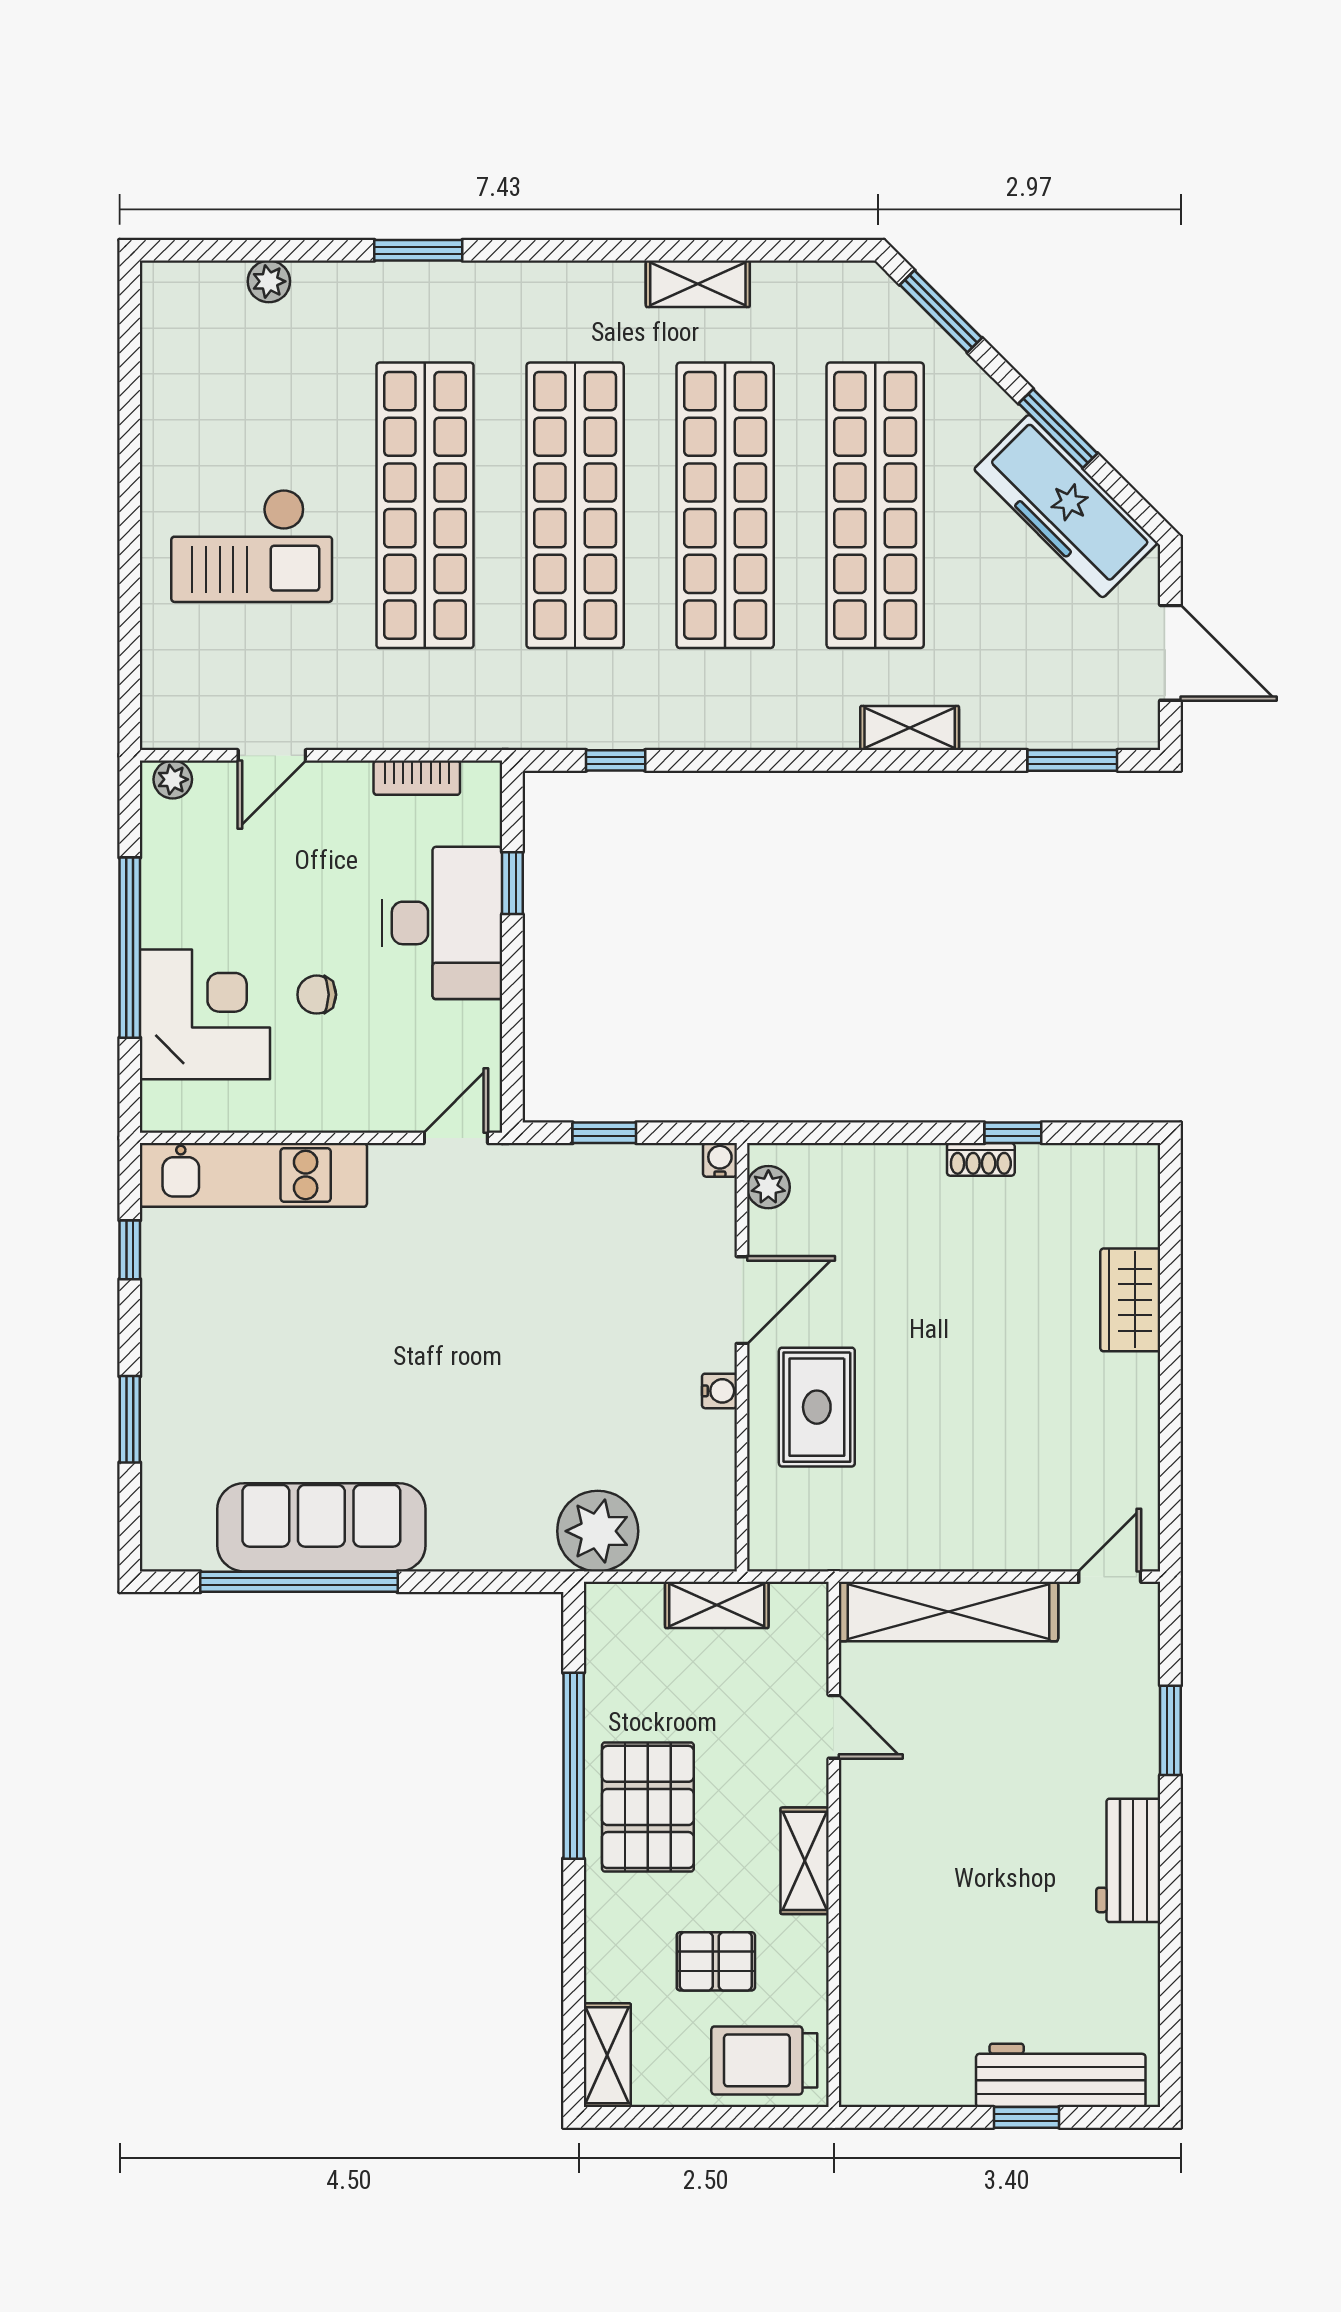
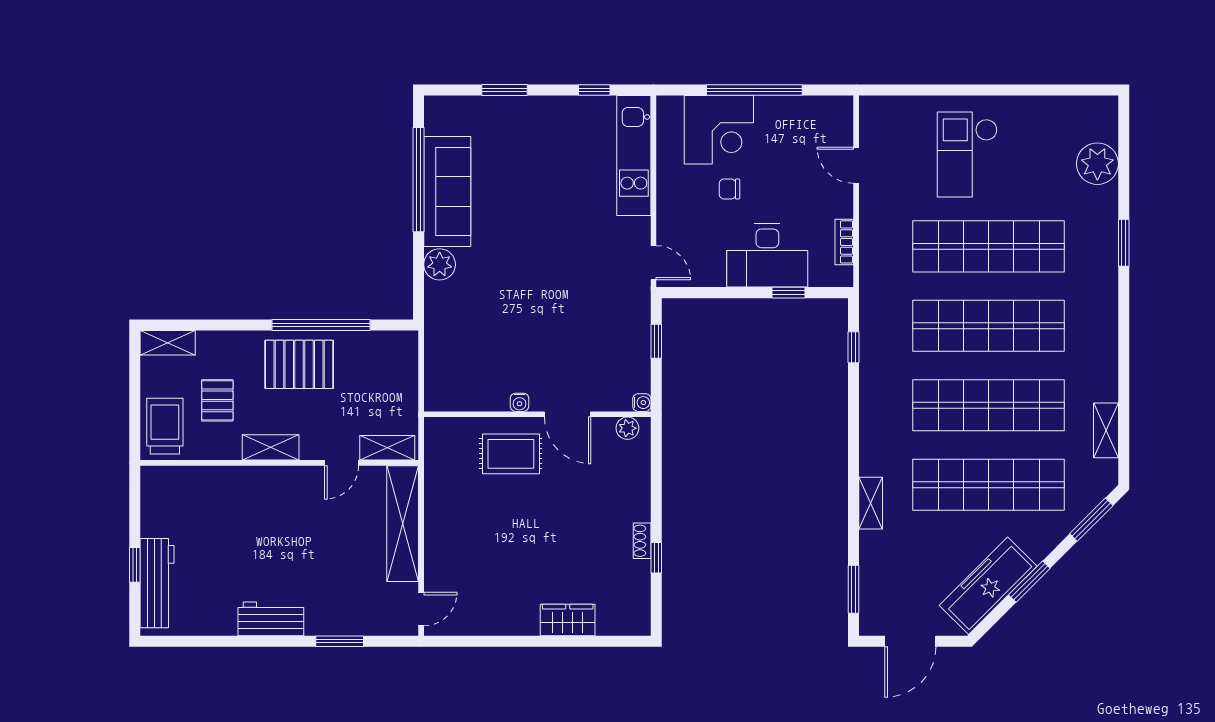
plant: (269, 281) -> (1097, 164), width x1.88, depth x1.88
shelving: (698, 284) -> (1106, 430), moved
plant: (173, 779) -> (843, 113), removed
chair: (317, 995) -> (729, 189), turned -90
plant: (598, 1531) -> (440, 264), moved, width x0.73, depth x0.73
door: (1110, 1577) -> (421, 609), hinge flipped
shelving: (717, 1605) -> (387, 448), moved, turned 90

